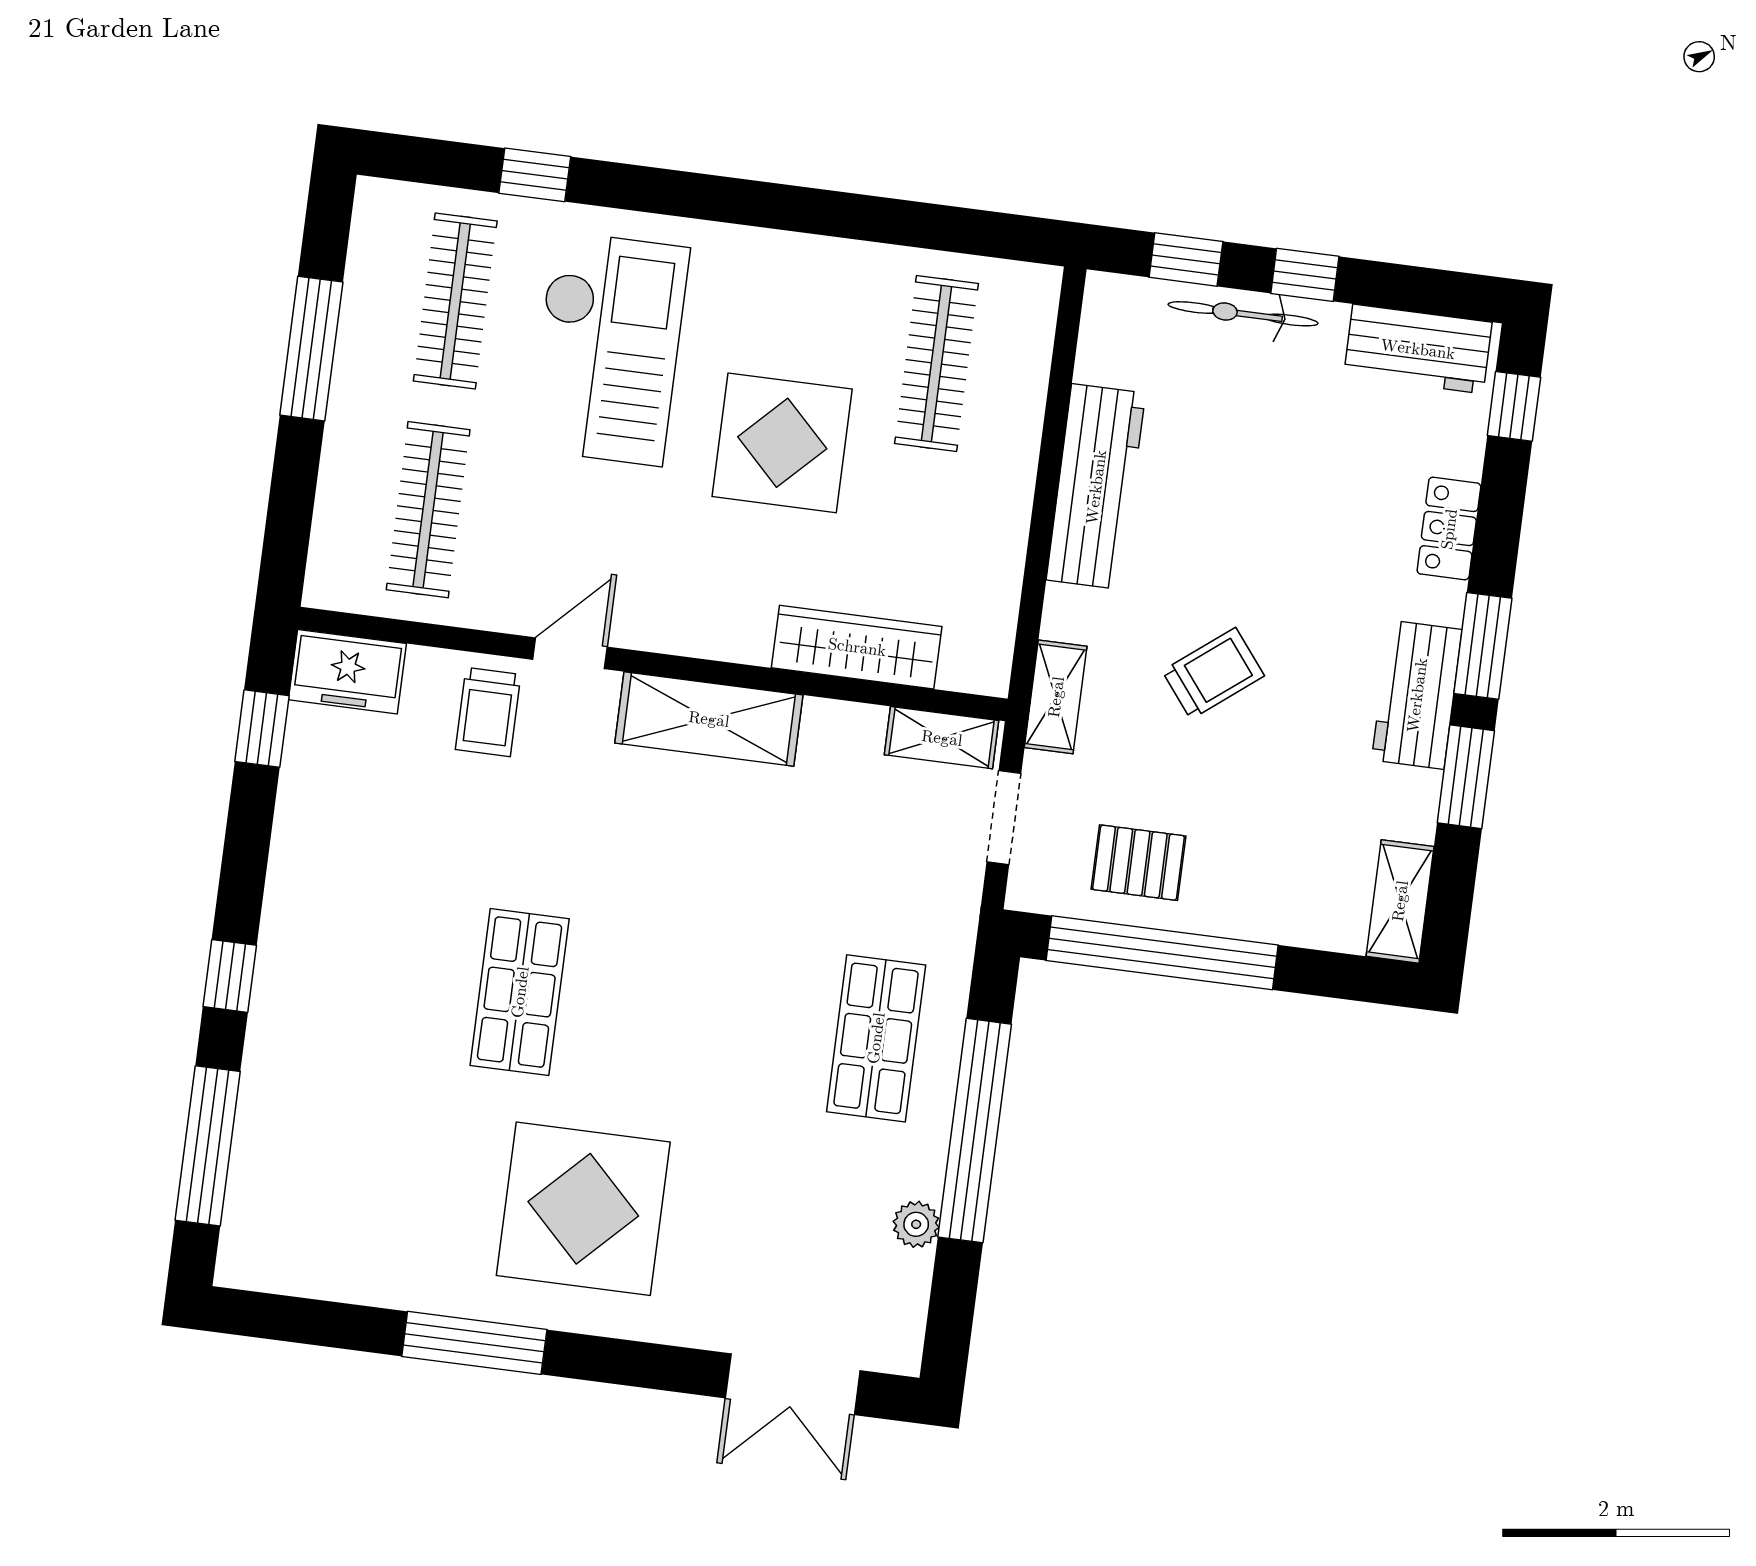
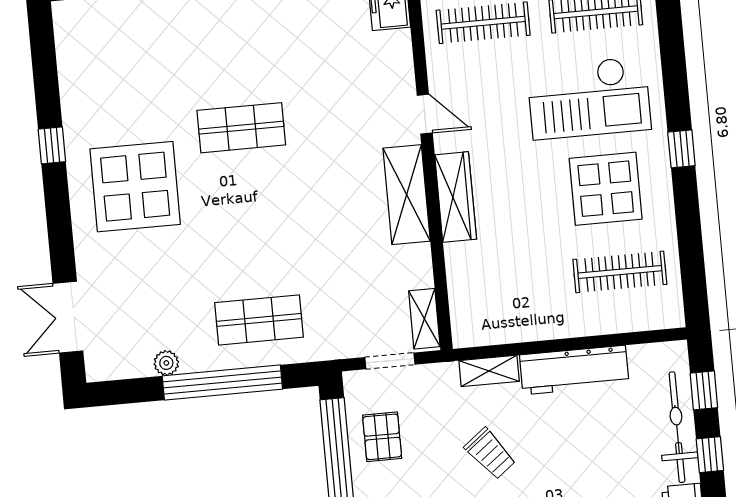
window: (535, 175) -> (681, 149), moved
bicycle: (1243, 314) -> (677, 427), width x1.37, depth x1.40
display table: (782, 443) -> (606, 189), moved
wardrobe: (857, 647) -> (456, 197), moved
shelving: (1056, 697) -> (489, 371), moved
trolley: (488, 712) -> (384, 78), removed
window: (474, 1343) -> (52, 145), width x0.46

